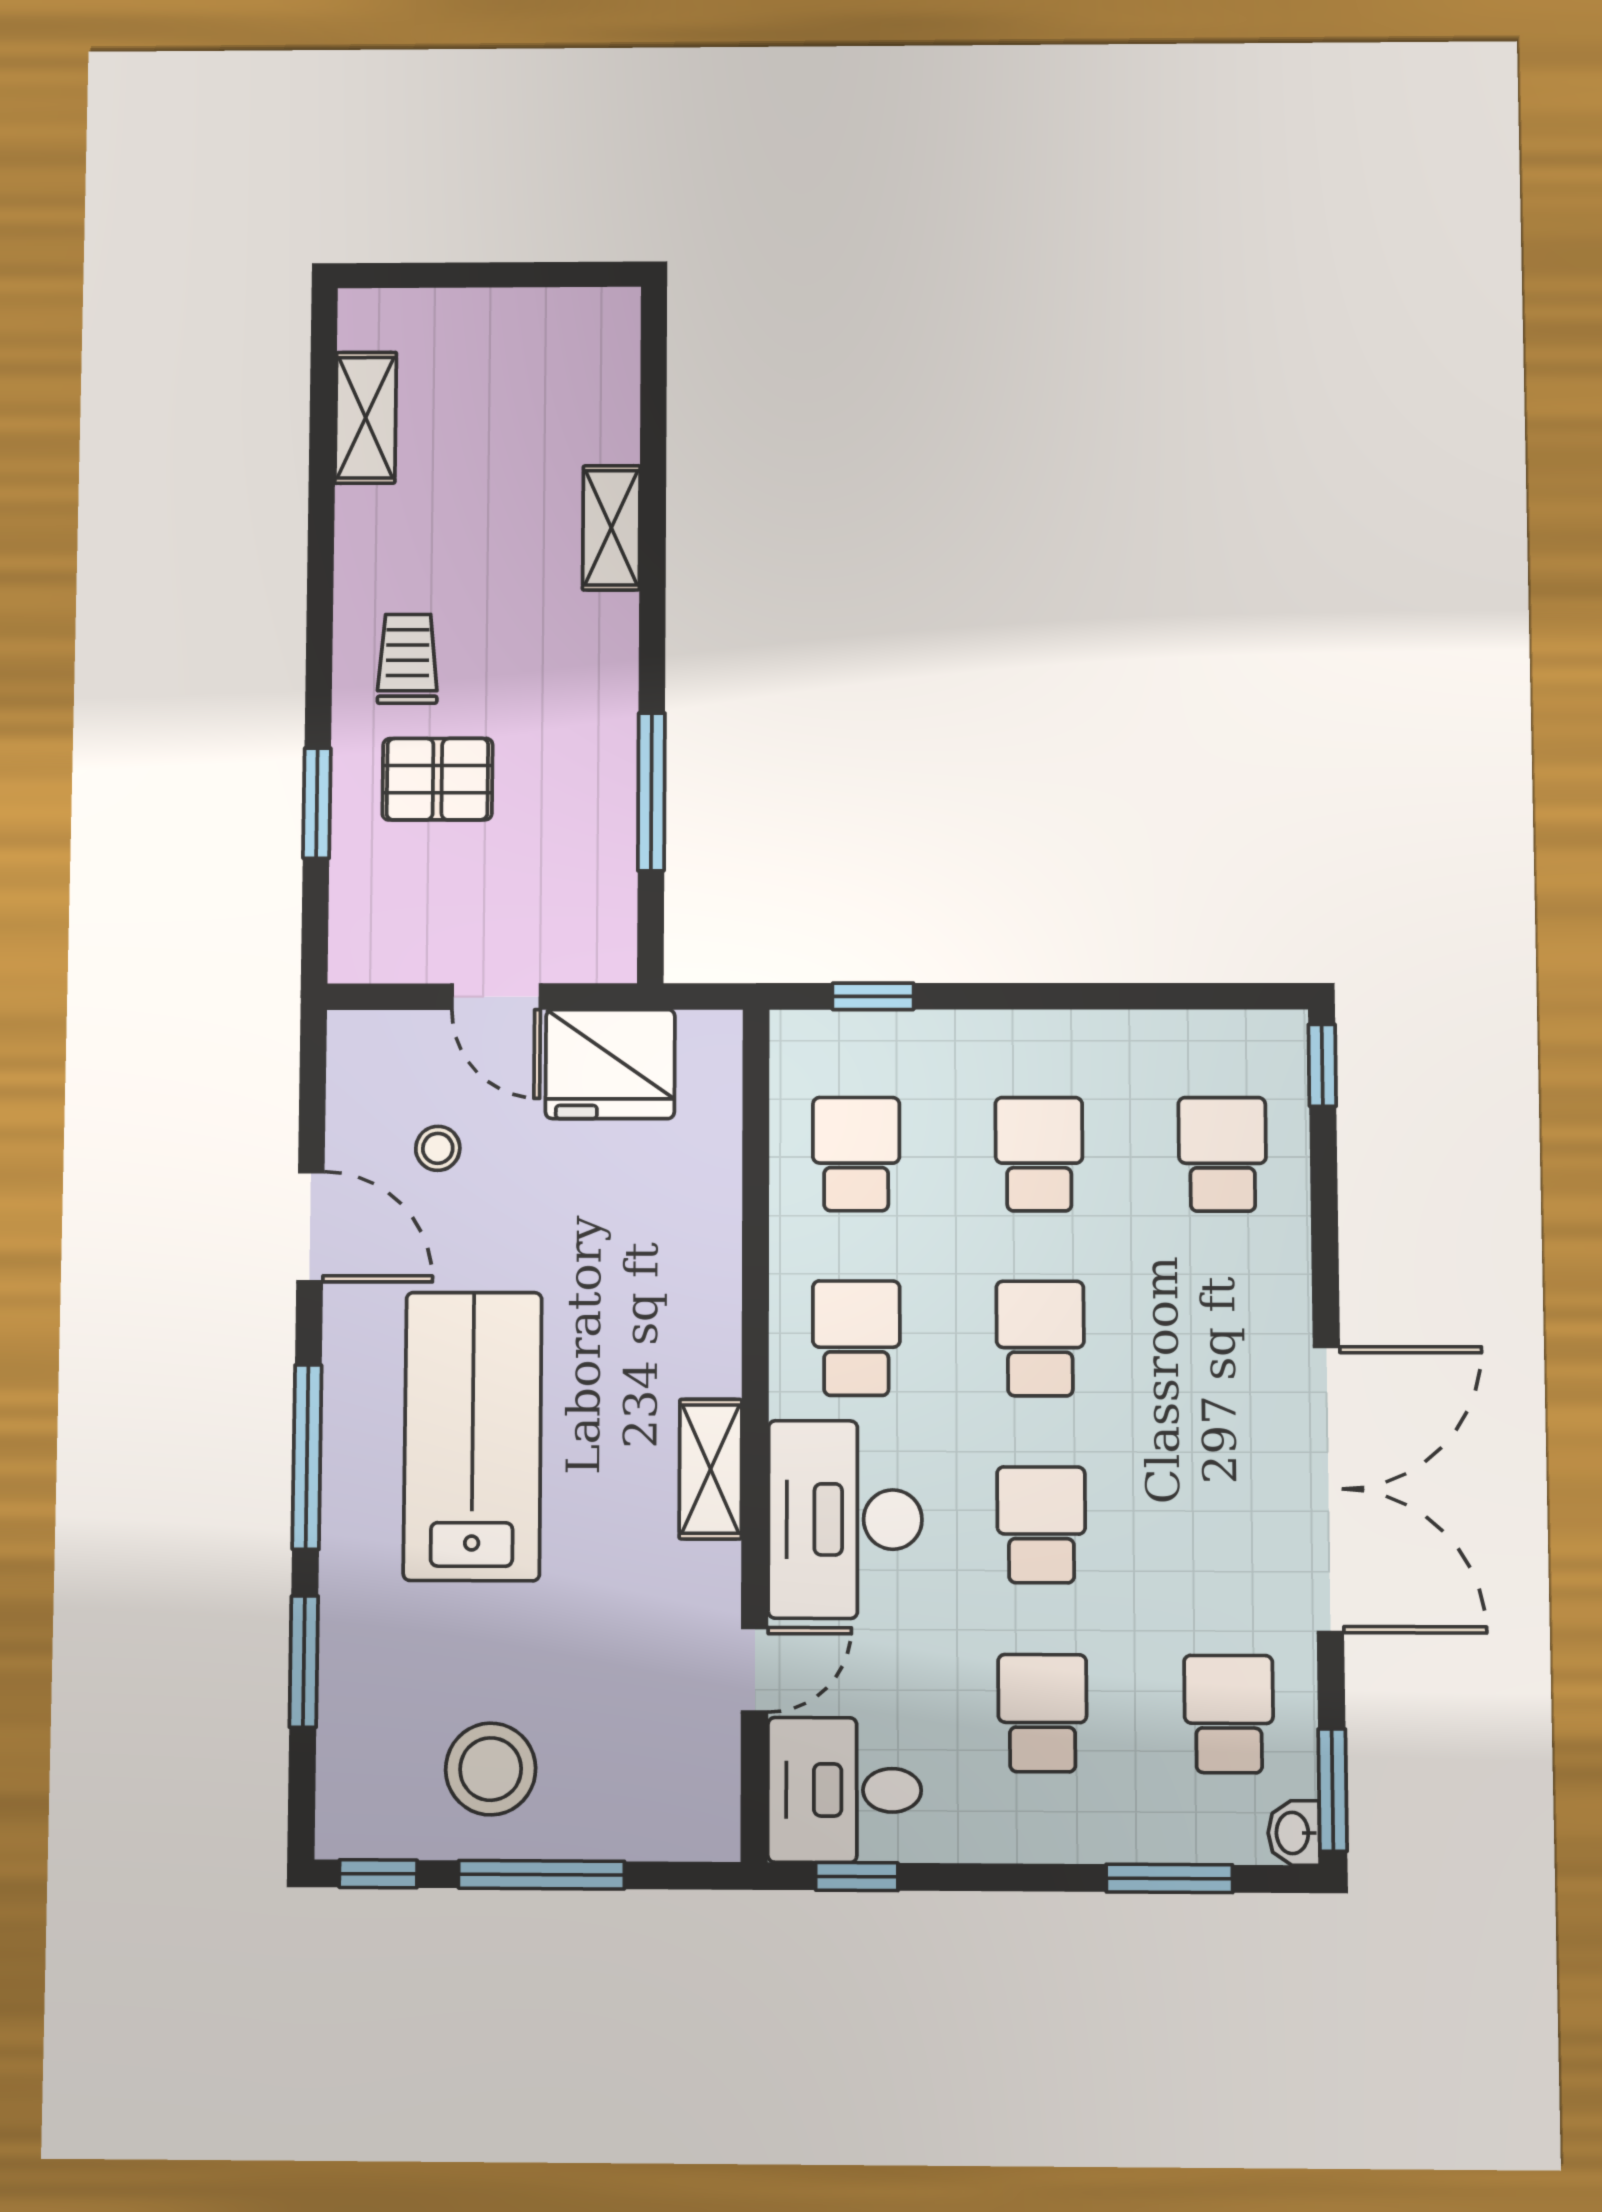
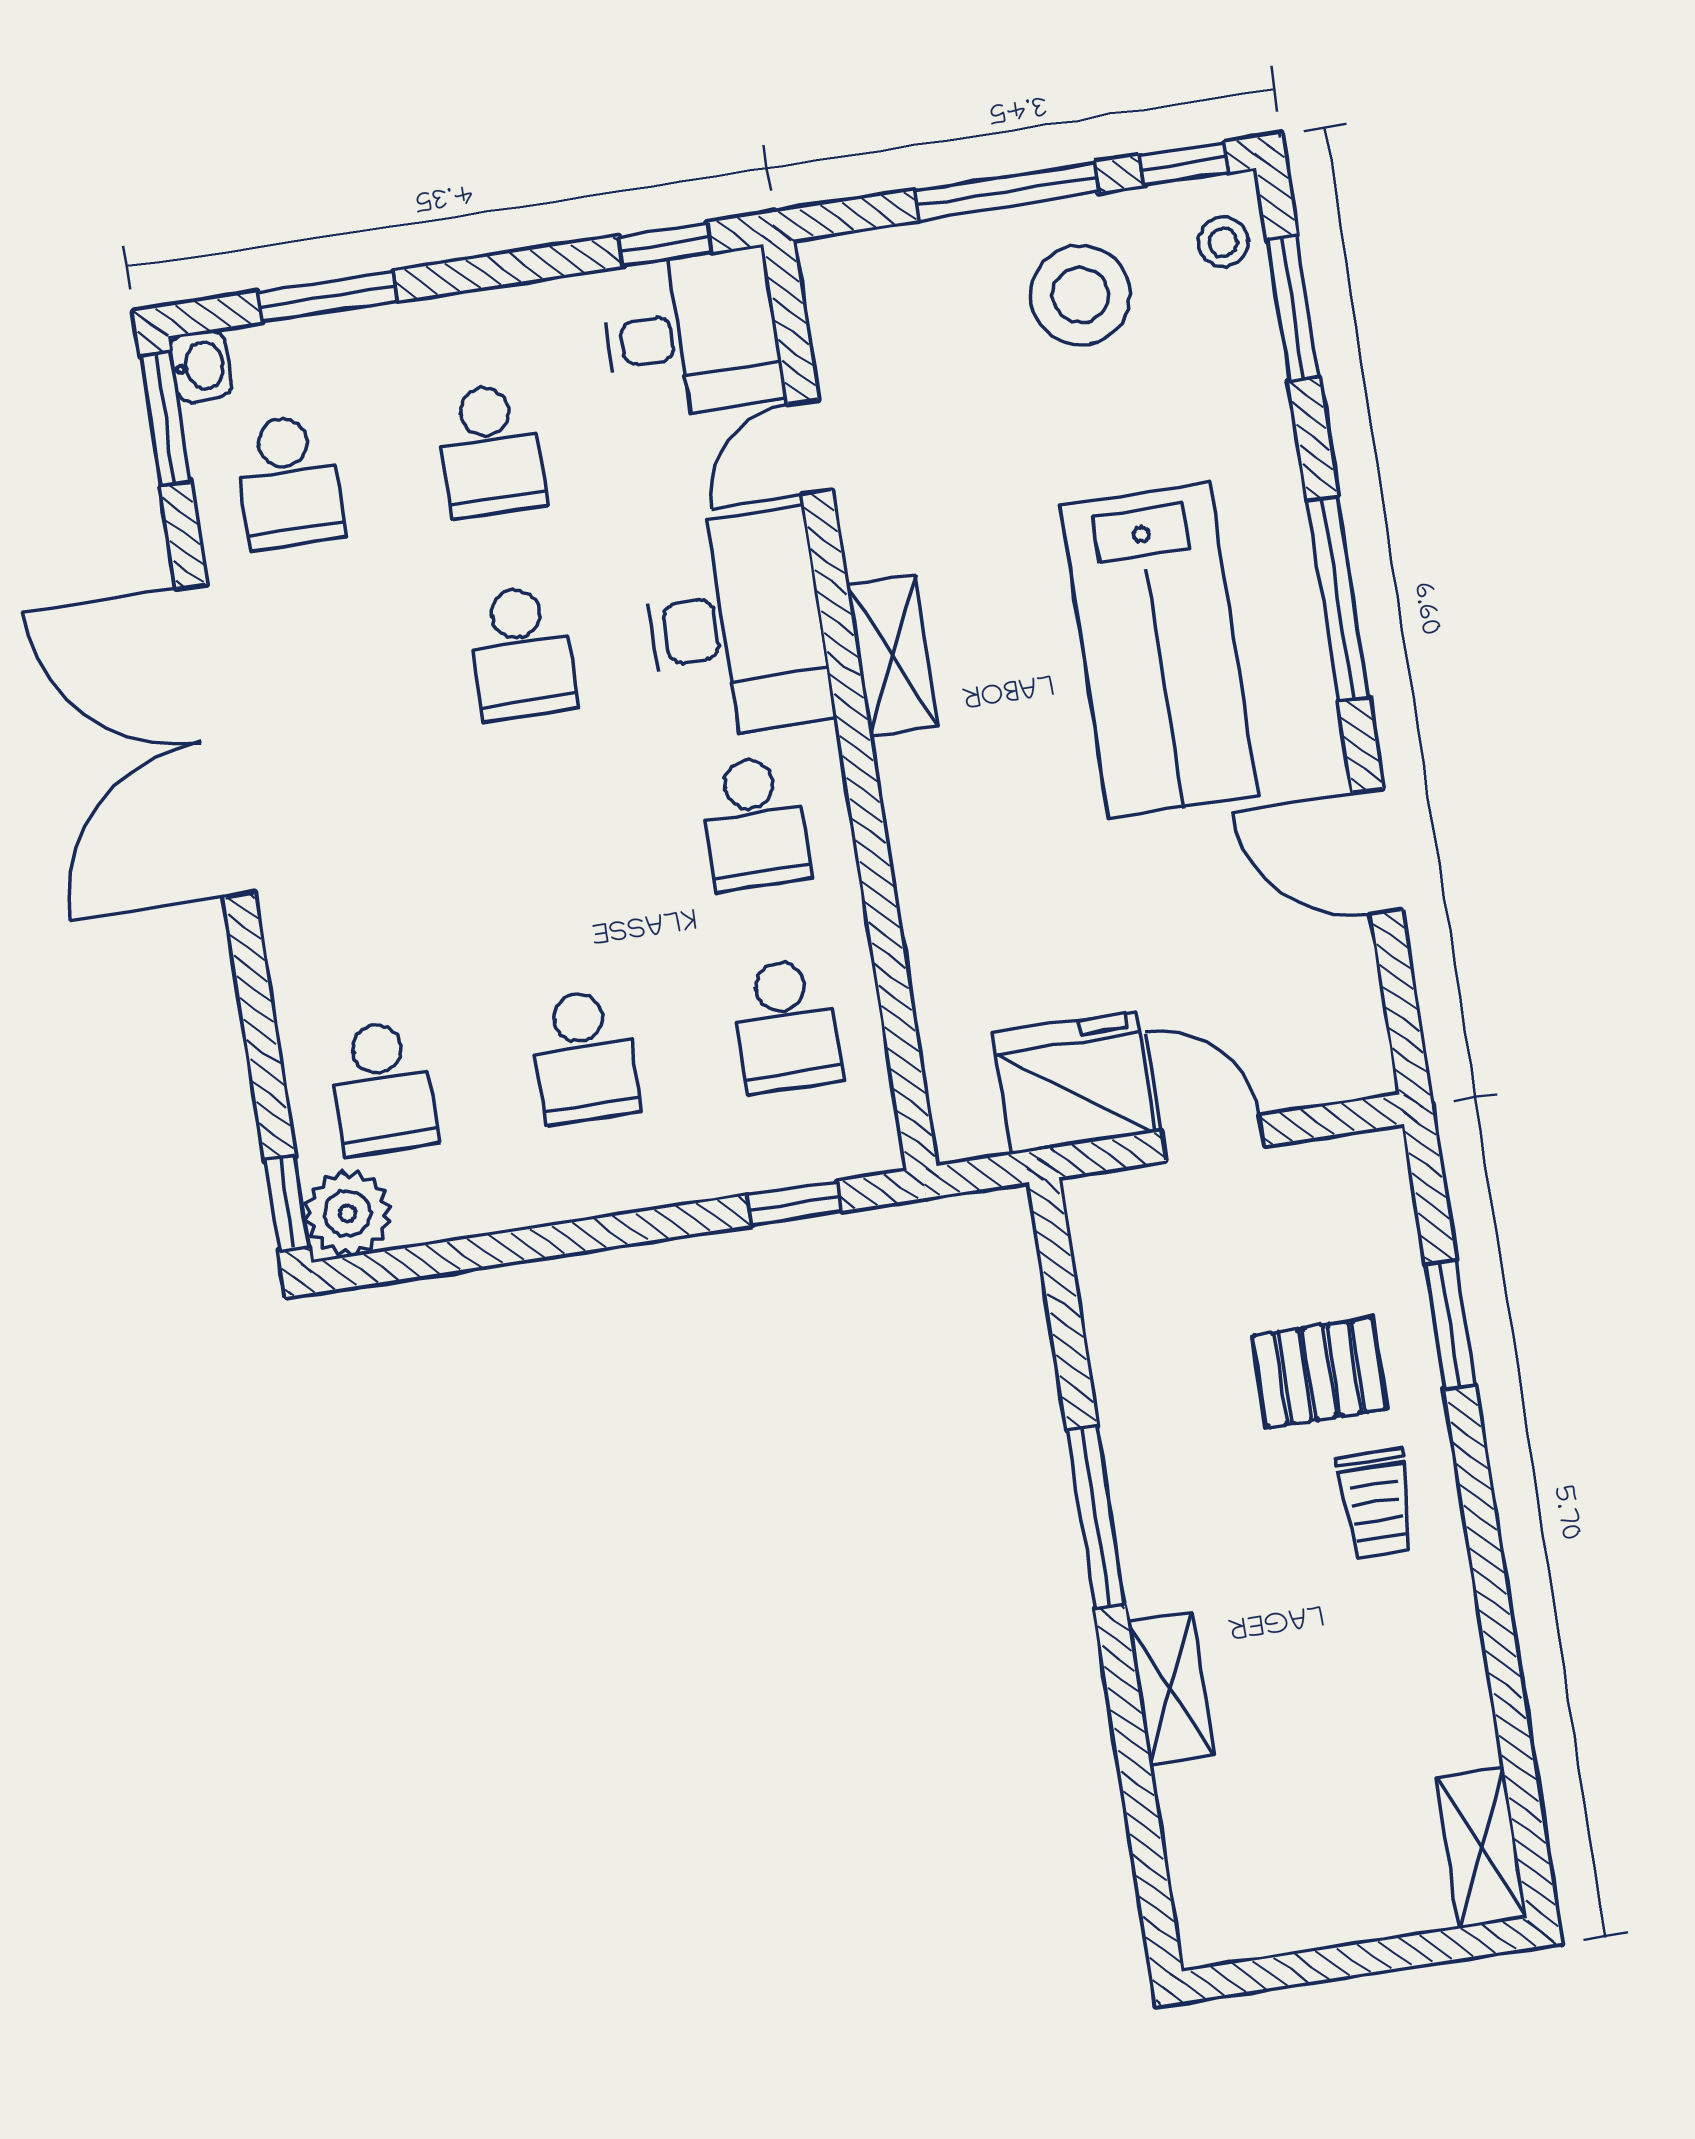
shelving: (366, 418) -> (1481, 1848), moved
window: (651, 792) -> (1096, 1517), moved
plant: (1270, 1048) -> (347, 1213), added
stool: (438, 1148) -> (1223, 242), moved
school desk: (1040, 1338) -> (553, 855), removed
window: (304, 1661) -> (1293, 308), moved

